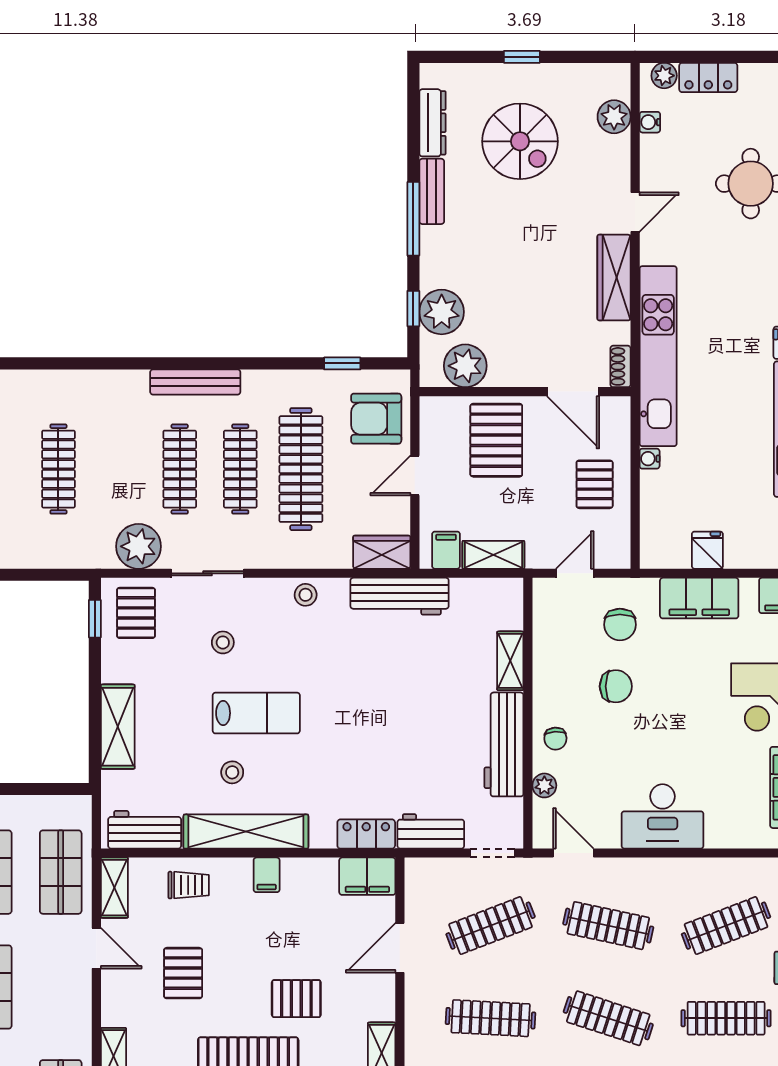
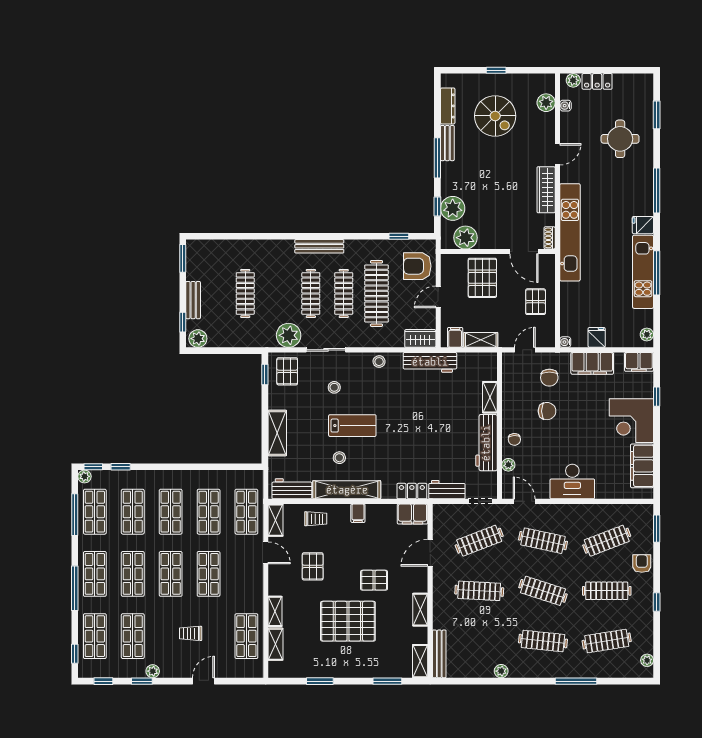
water cooler: (650, 459) -> (565, 342), moved

